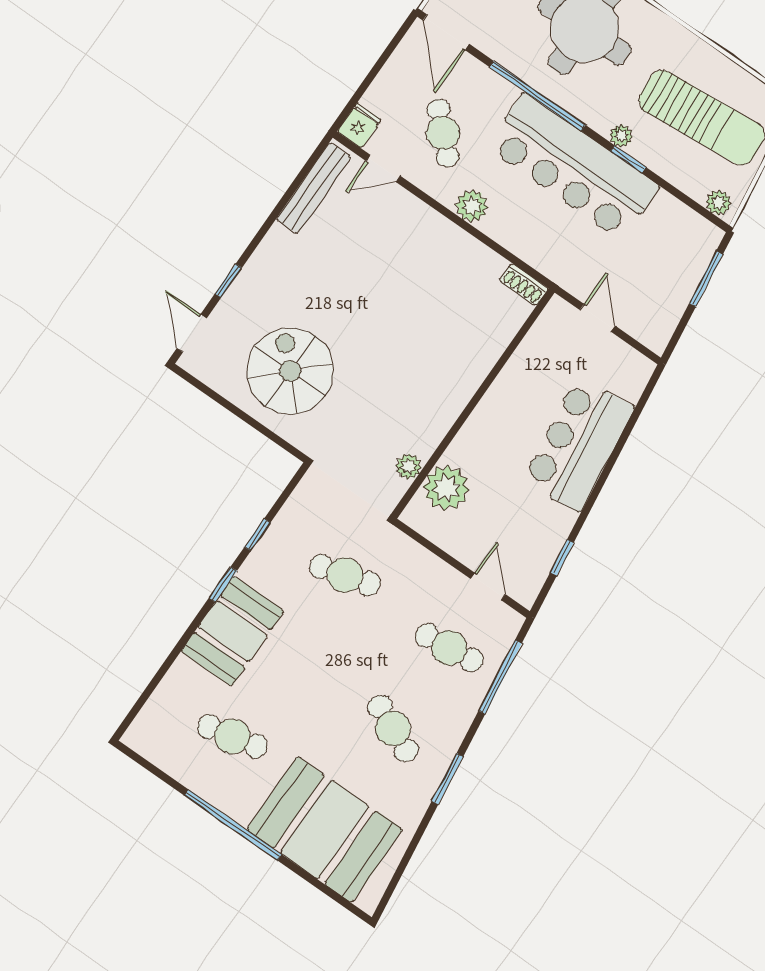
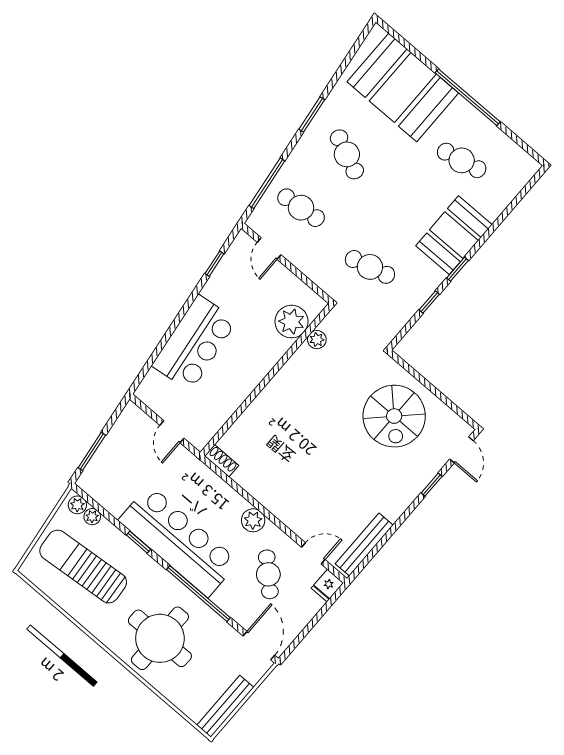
plant: (621, 136) -> (92, 517), moved

